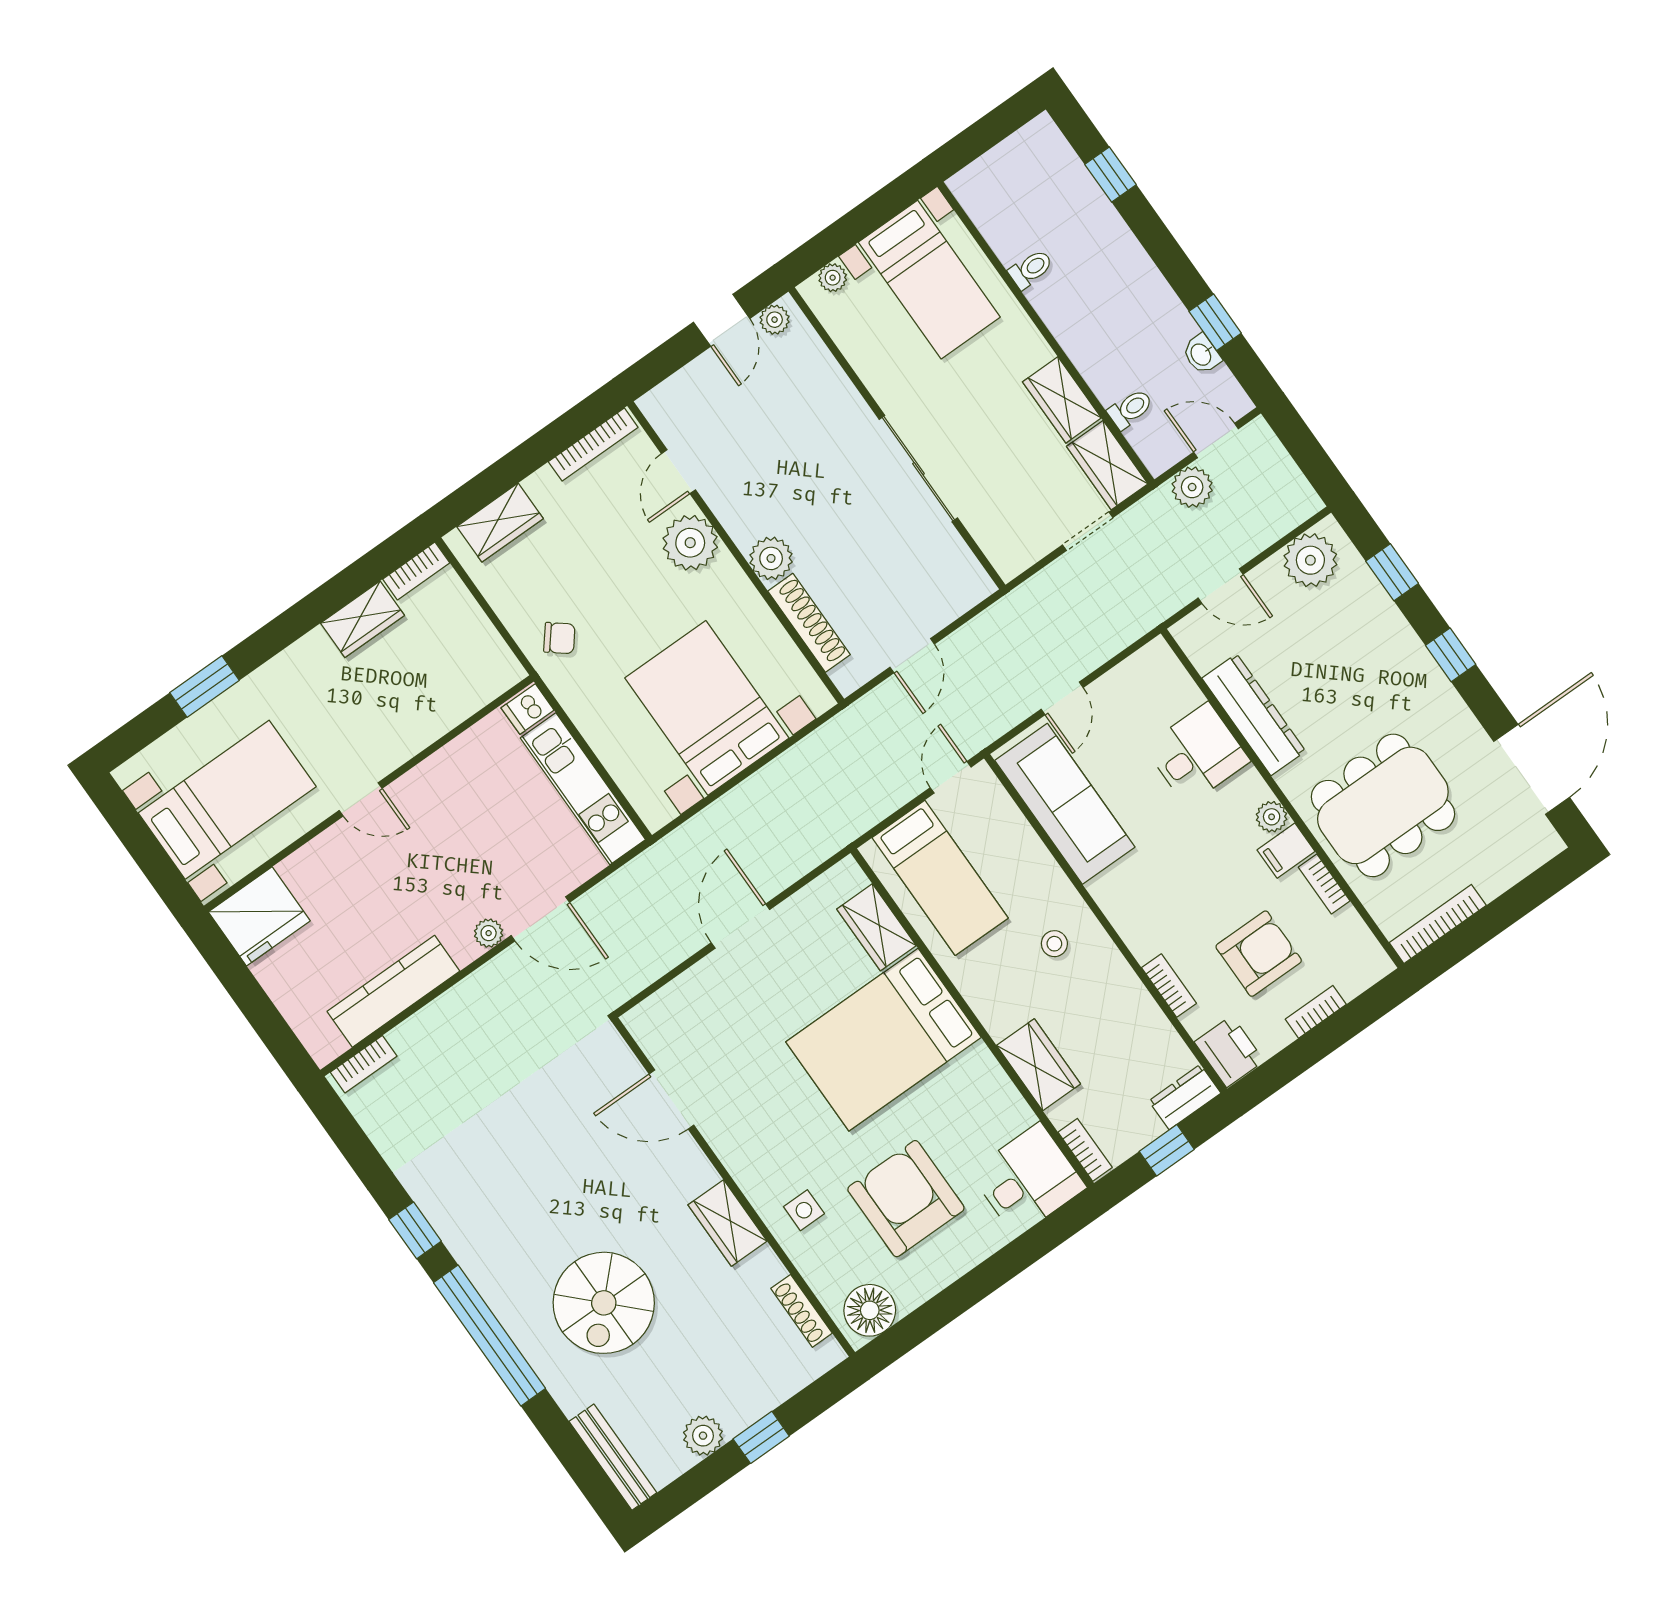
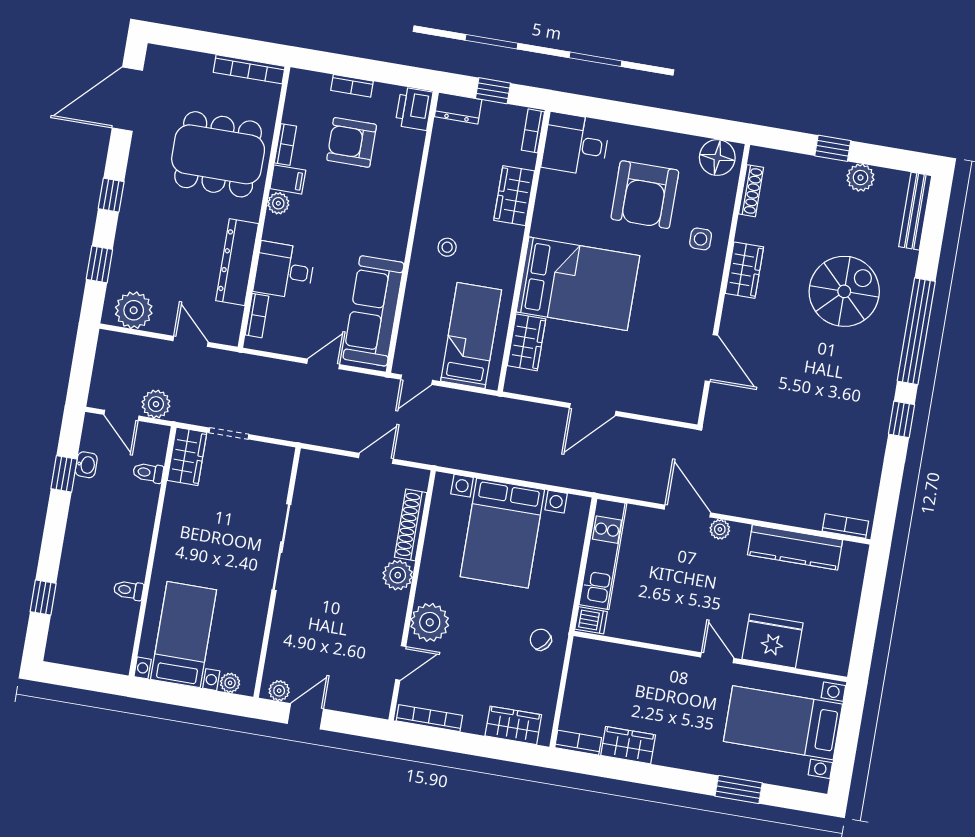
wardrobe: (1062, 400) -> (177, 511), removed
fridge: (259, 916) -> (773, 641), moved
bookcase: (1169, 986) -> (257, 316), moved, turned 180

